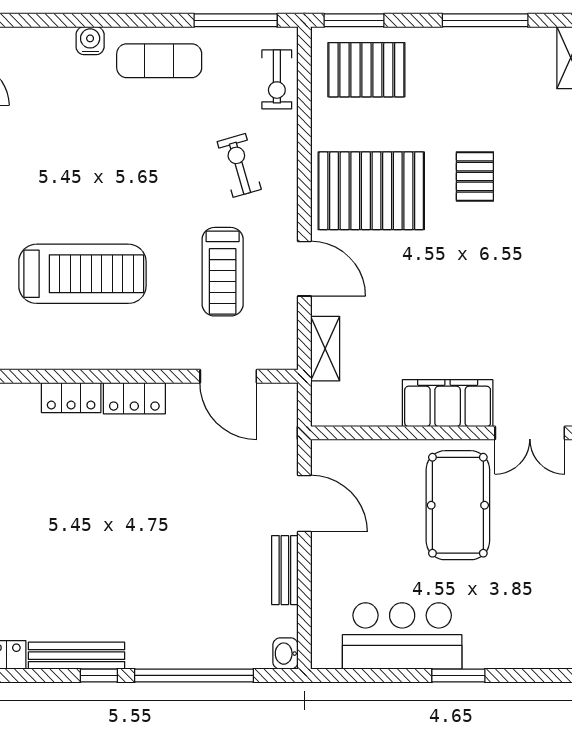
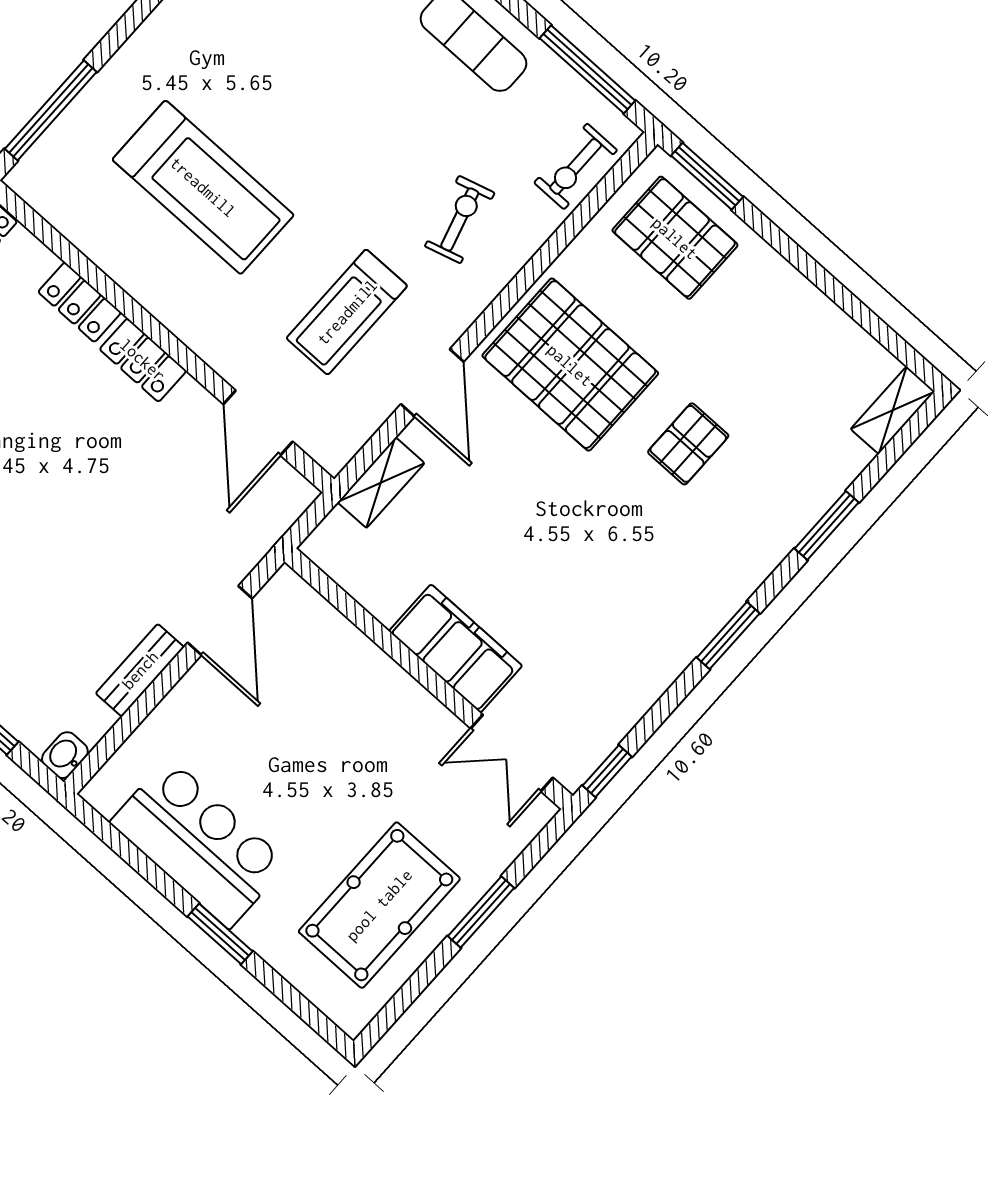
window: (485, 20) -> (840, 295), removed
pool table: (458, 505) -> (379, 905), moved

